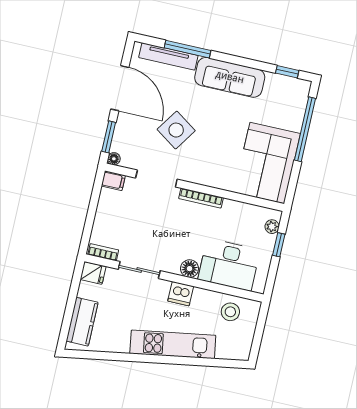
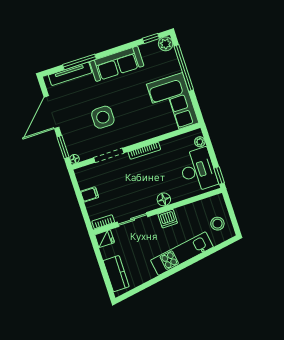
door: (120, 88) -> (52, 112), swing flipped
plant: (301, 88) -> (166, 44), added
side table: (176, 130) -> (103, 117), turned -34
filing cabinet: (113, 181) -> (90, 194), moved
window: (279, 245) -> (219, 175), moved
desk: (229, 265) -> (198, 170), moved, turned -90
stool: (230, 312) -> (217, 224), moved

